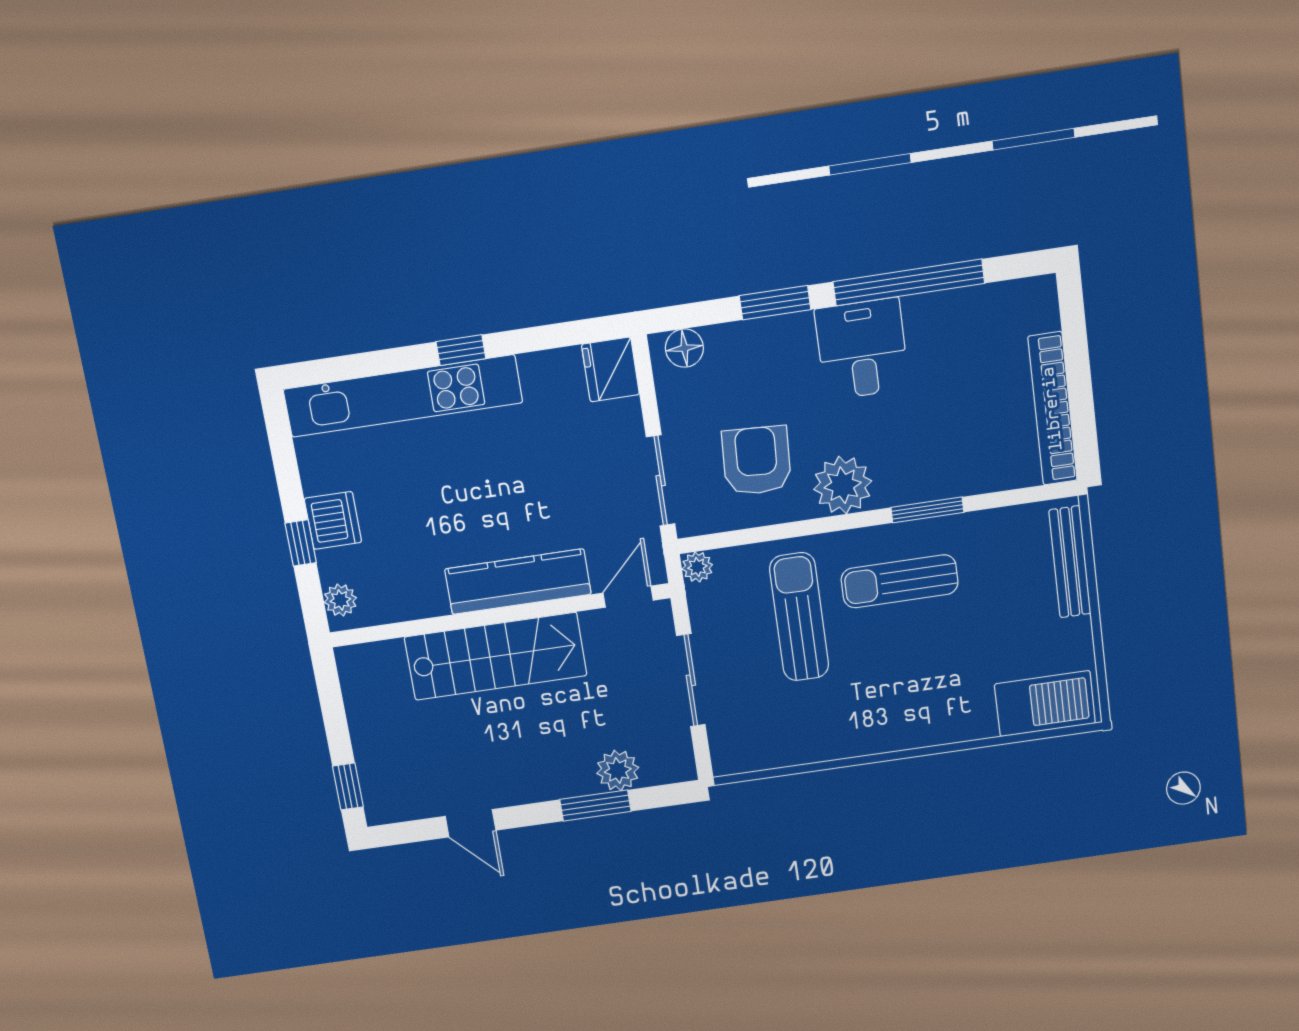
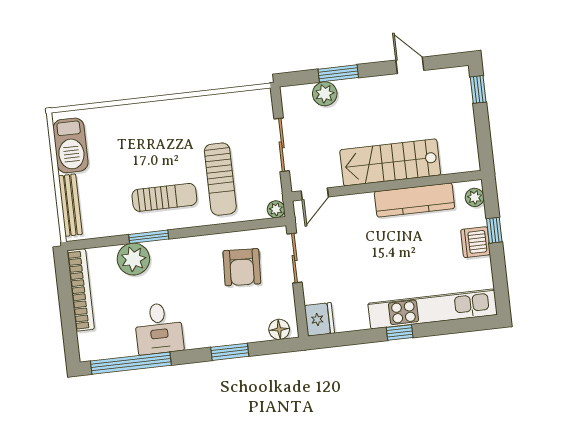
window: (909, 282) -> (131, 363), moved
desk: (862, 349) -> (159, 328), moved
plant: (843, 485) -> (133, 259), moved
kitchen counter: (518, 582) -> (414, 200), moved
barbecue: (1045, 704) -> (71, 145), moved, turned -90

